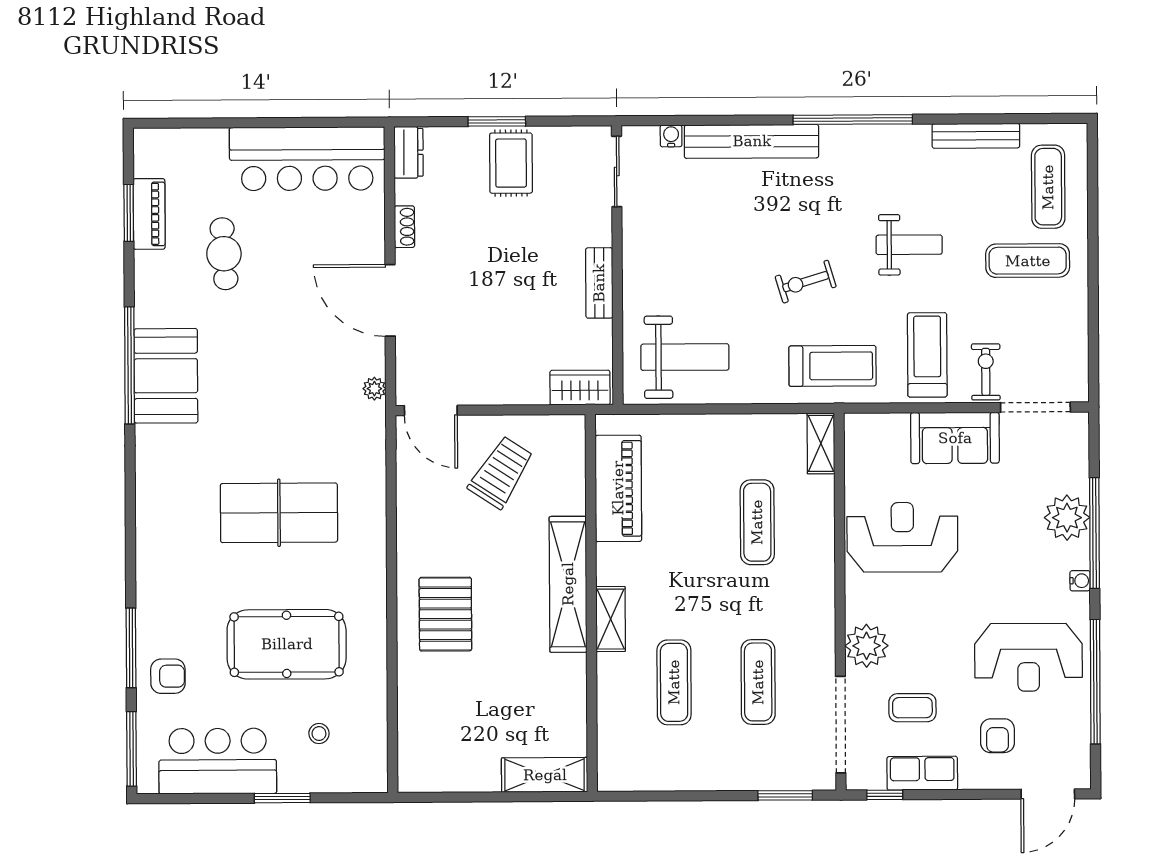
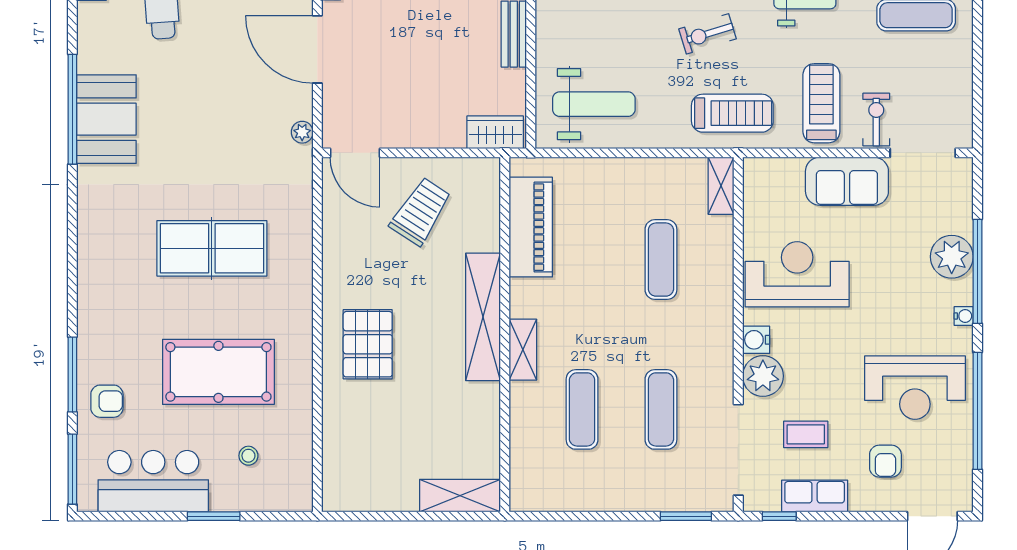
water cooler: (859, 607) -> (756, 340), added

